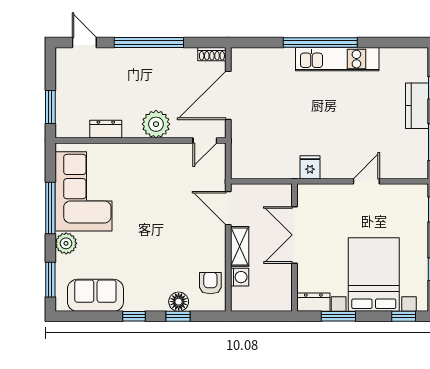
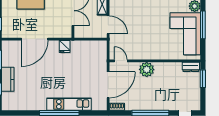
kitchen unit: (337, 59) -> (69, 104), moved
dresser: (106, 129) -> (191, 67), moved
door: (205, 140) -> (121, 61), hinge flipped
door: (366, 181) -> (35, 39), width x1.87

